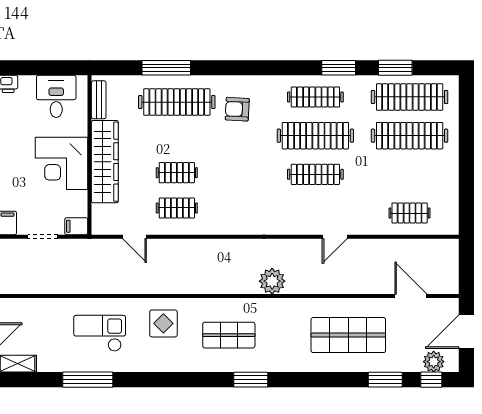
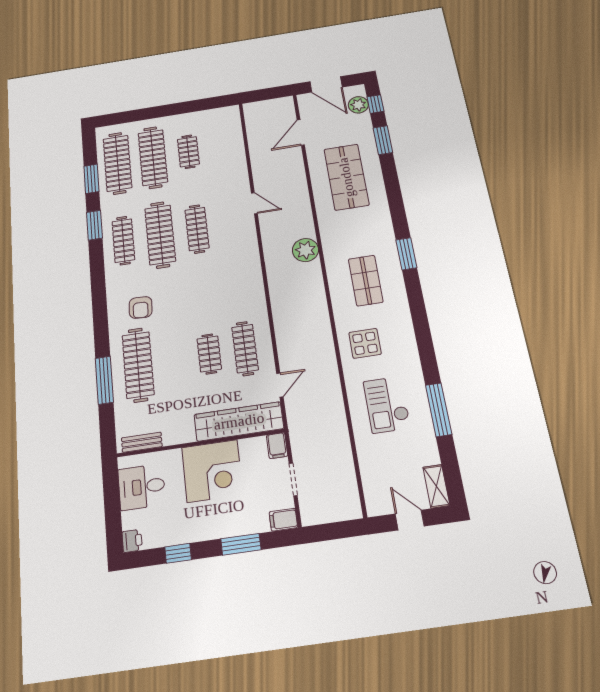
wardrobe: (105, 162) -> (239, 421), moved
clothes rail: (177, 208) -> (245, 348), width x1.36
clothes rail: (410, 213) -> (188, 152), moved

